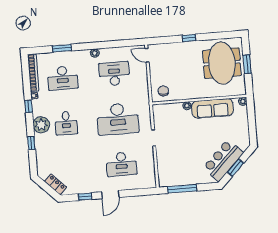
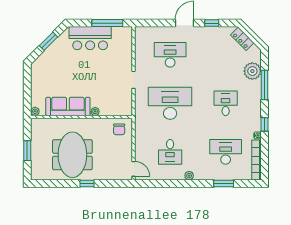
meeting table: (222, 63) -> (72, 155), moved
desk: (114, 74) -> (170, 152), width x0.73
plant: (41, 125) -> (252, 71), moved
window: (31, 143) -> (265, 85), width x2.17
bar counter: (223, 160) -> (90, 38), moved, turned 45

